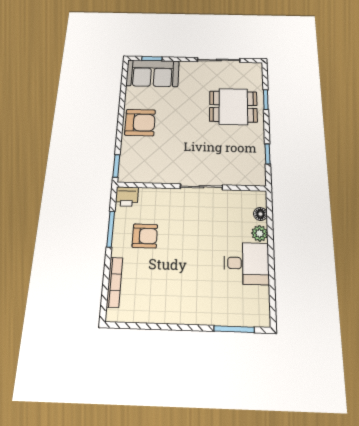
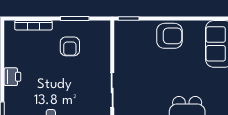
armchair: (140, 123) -> (169, 36), turned -90
printer: (127, 197) -> (12, 77), moved, turned 180

